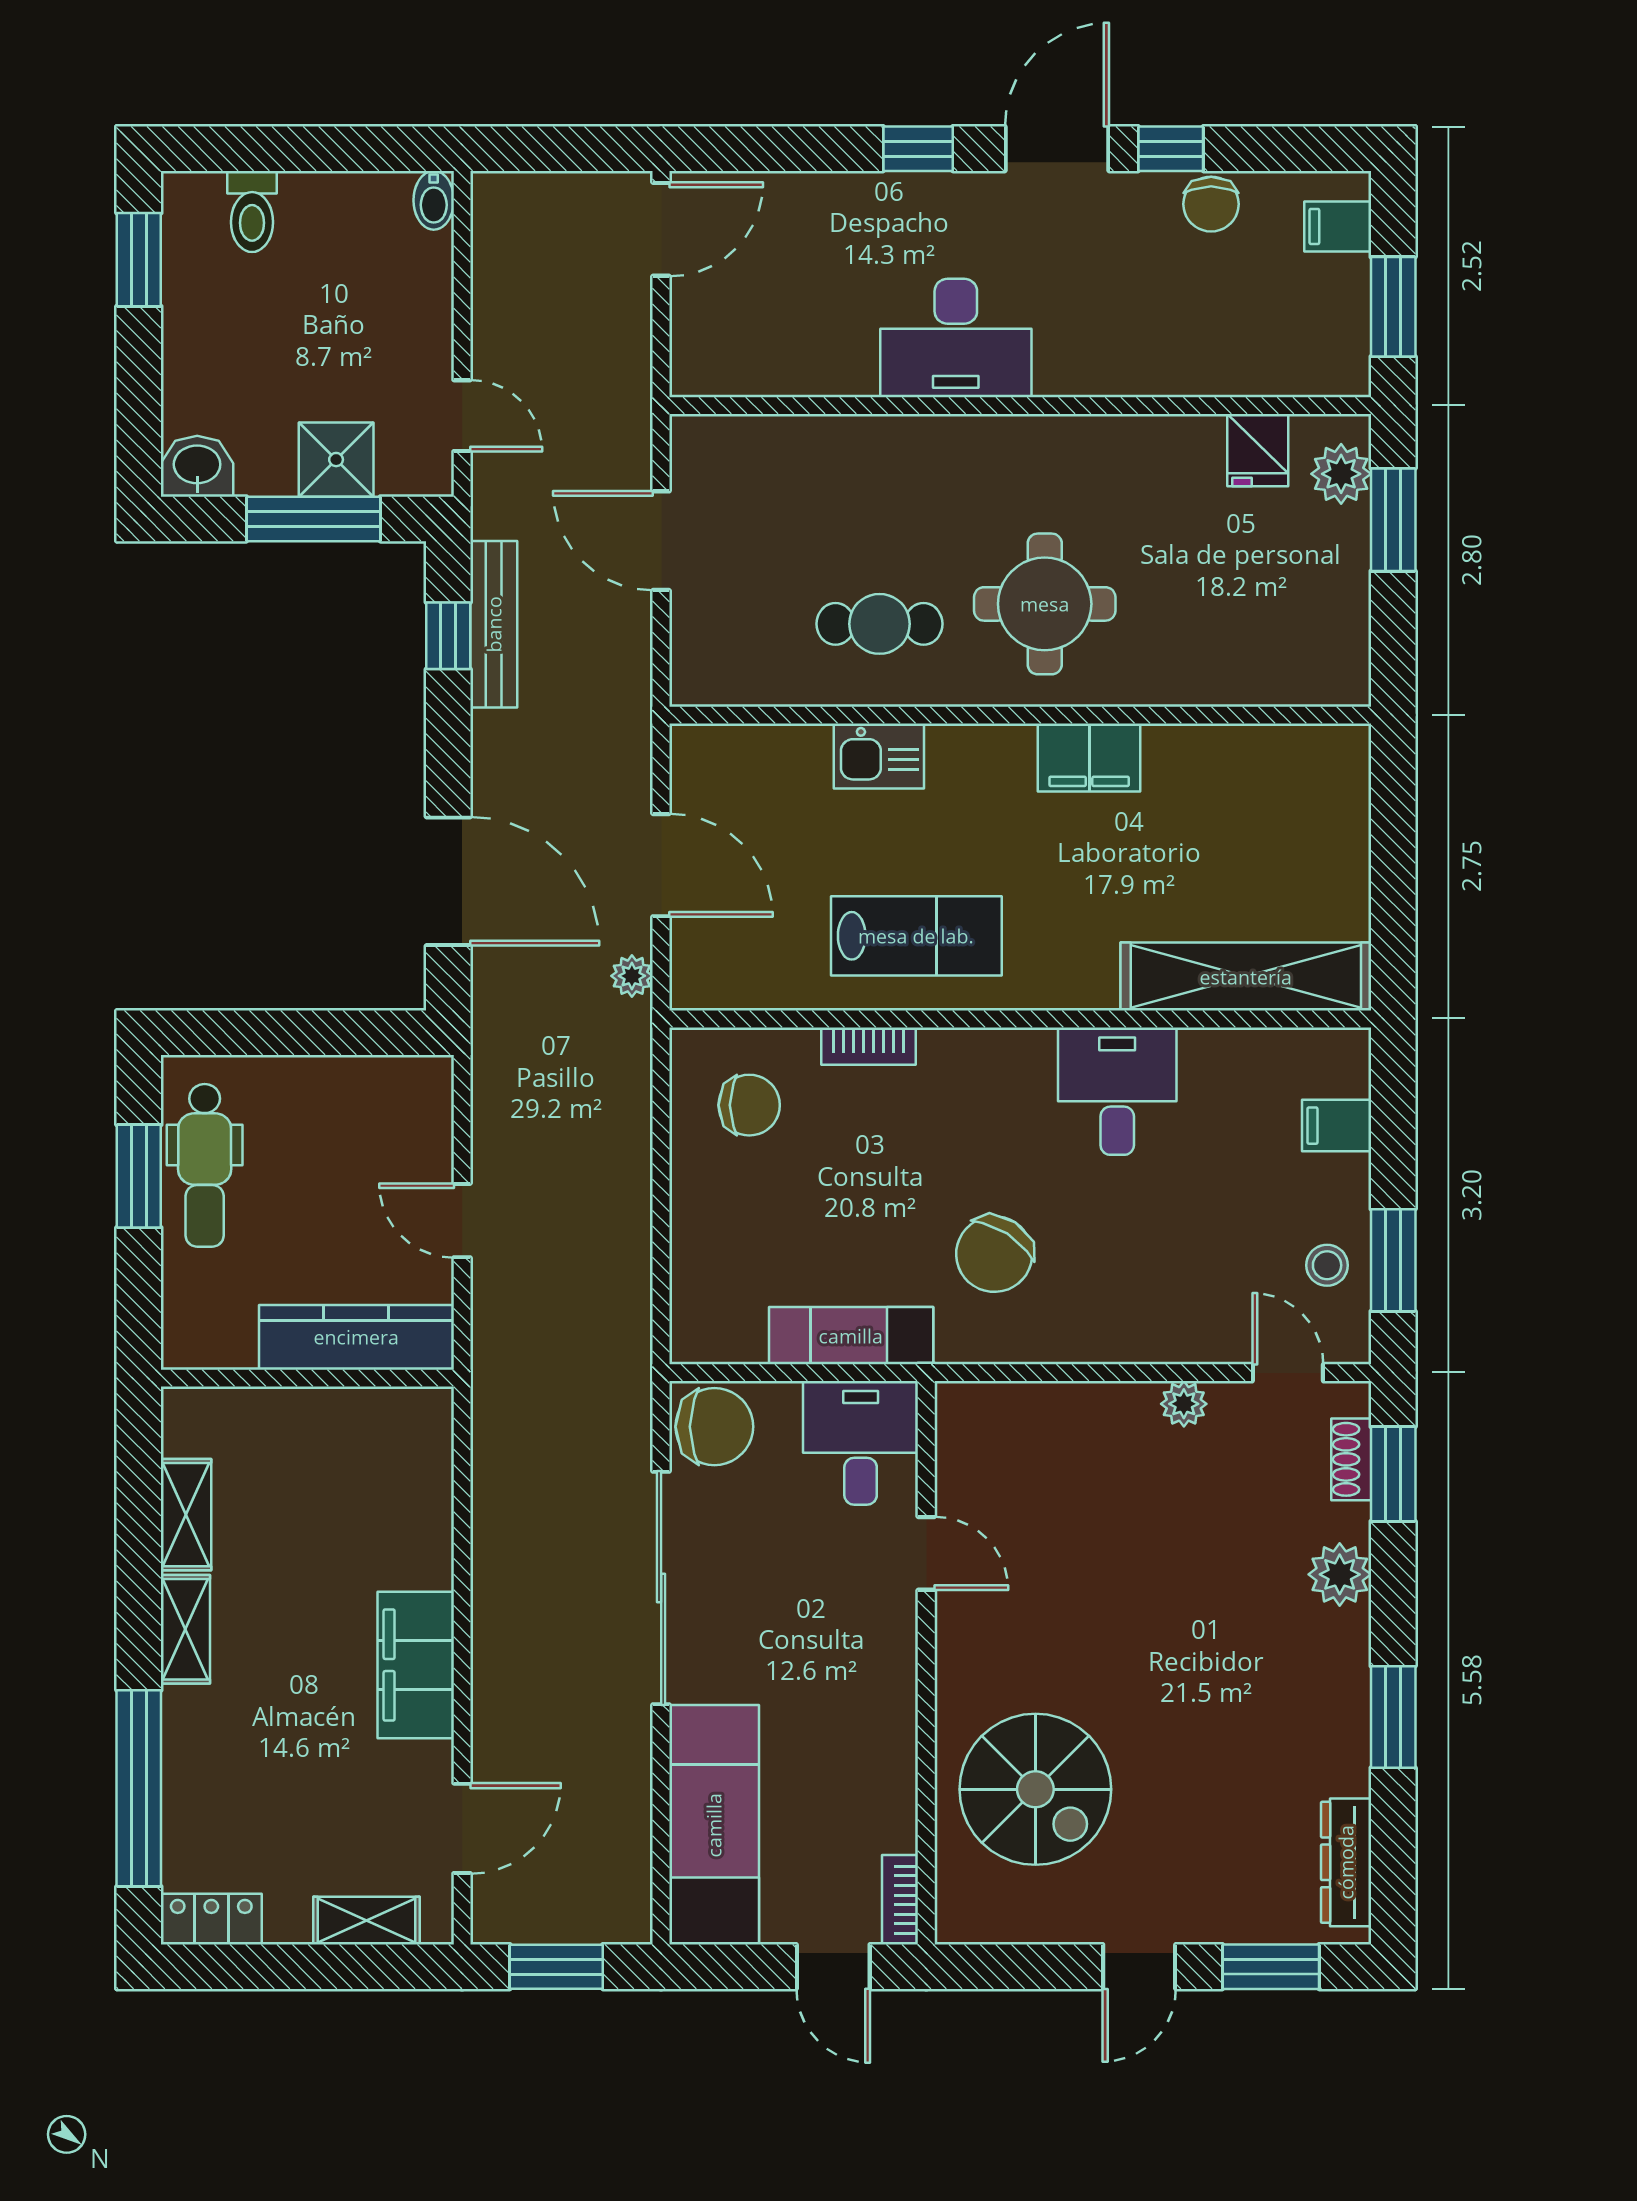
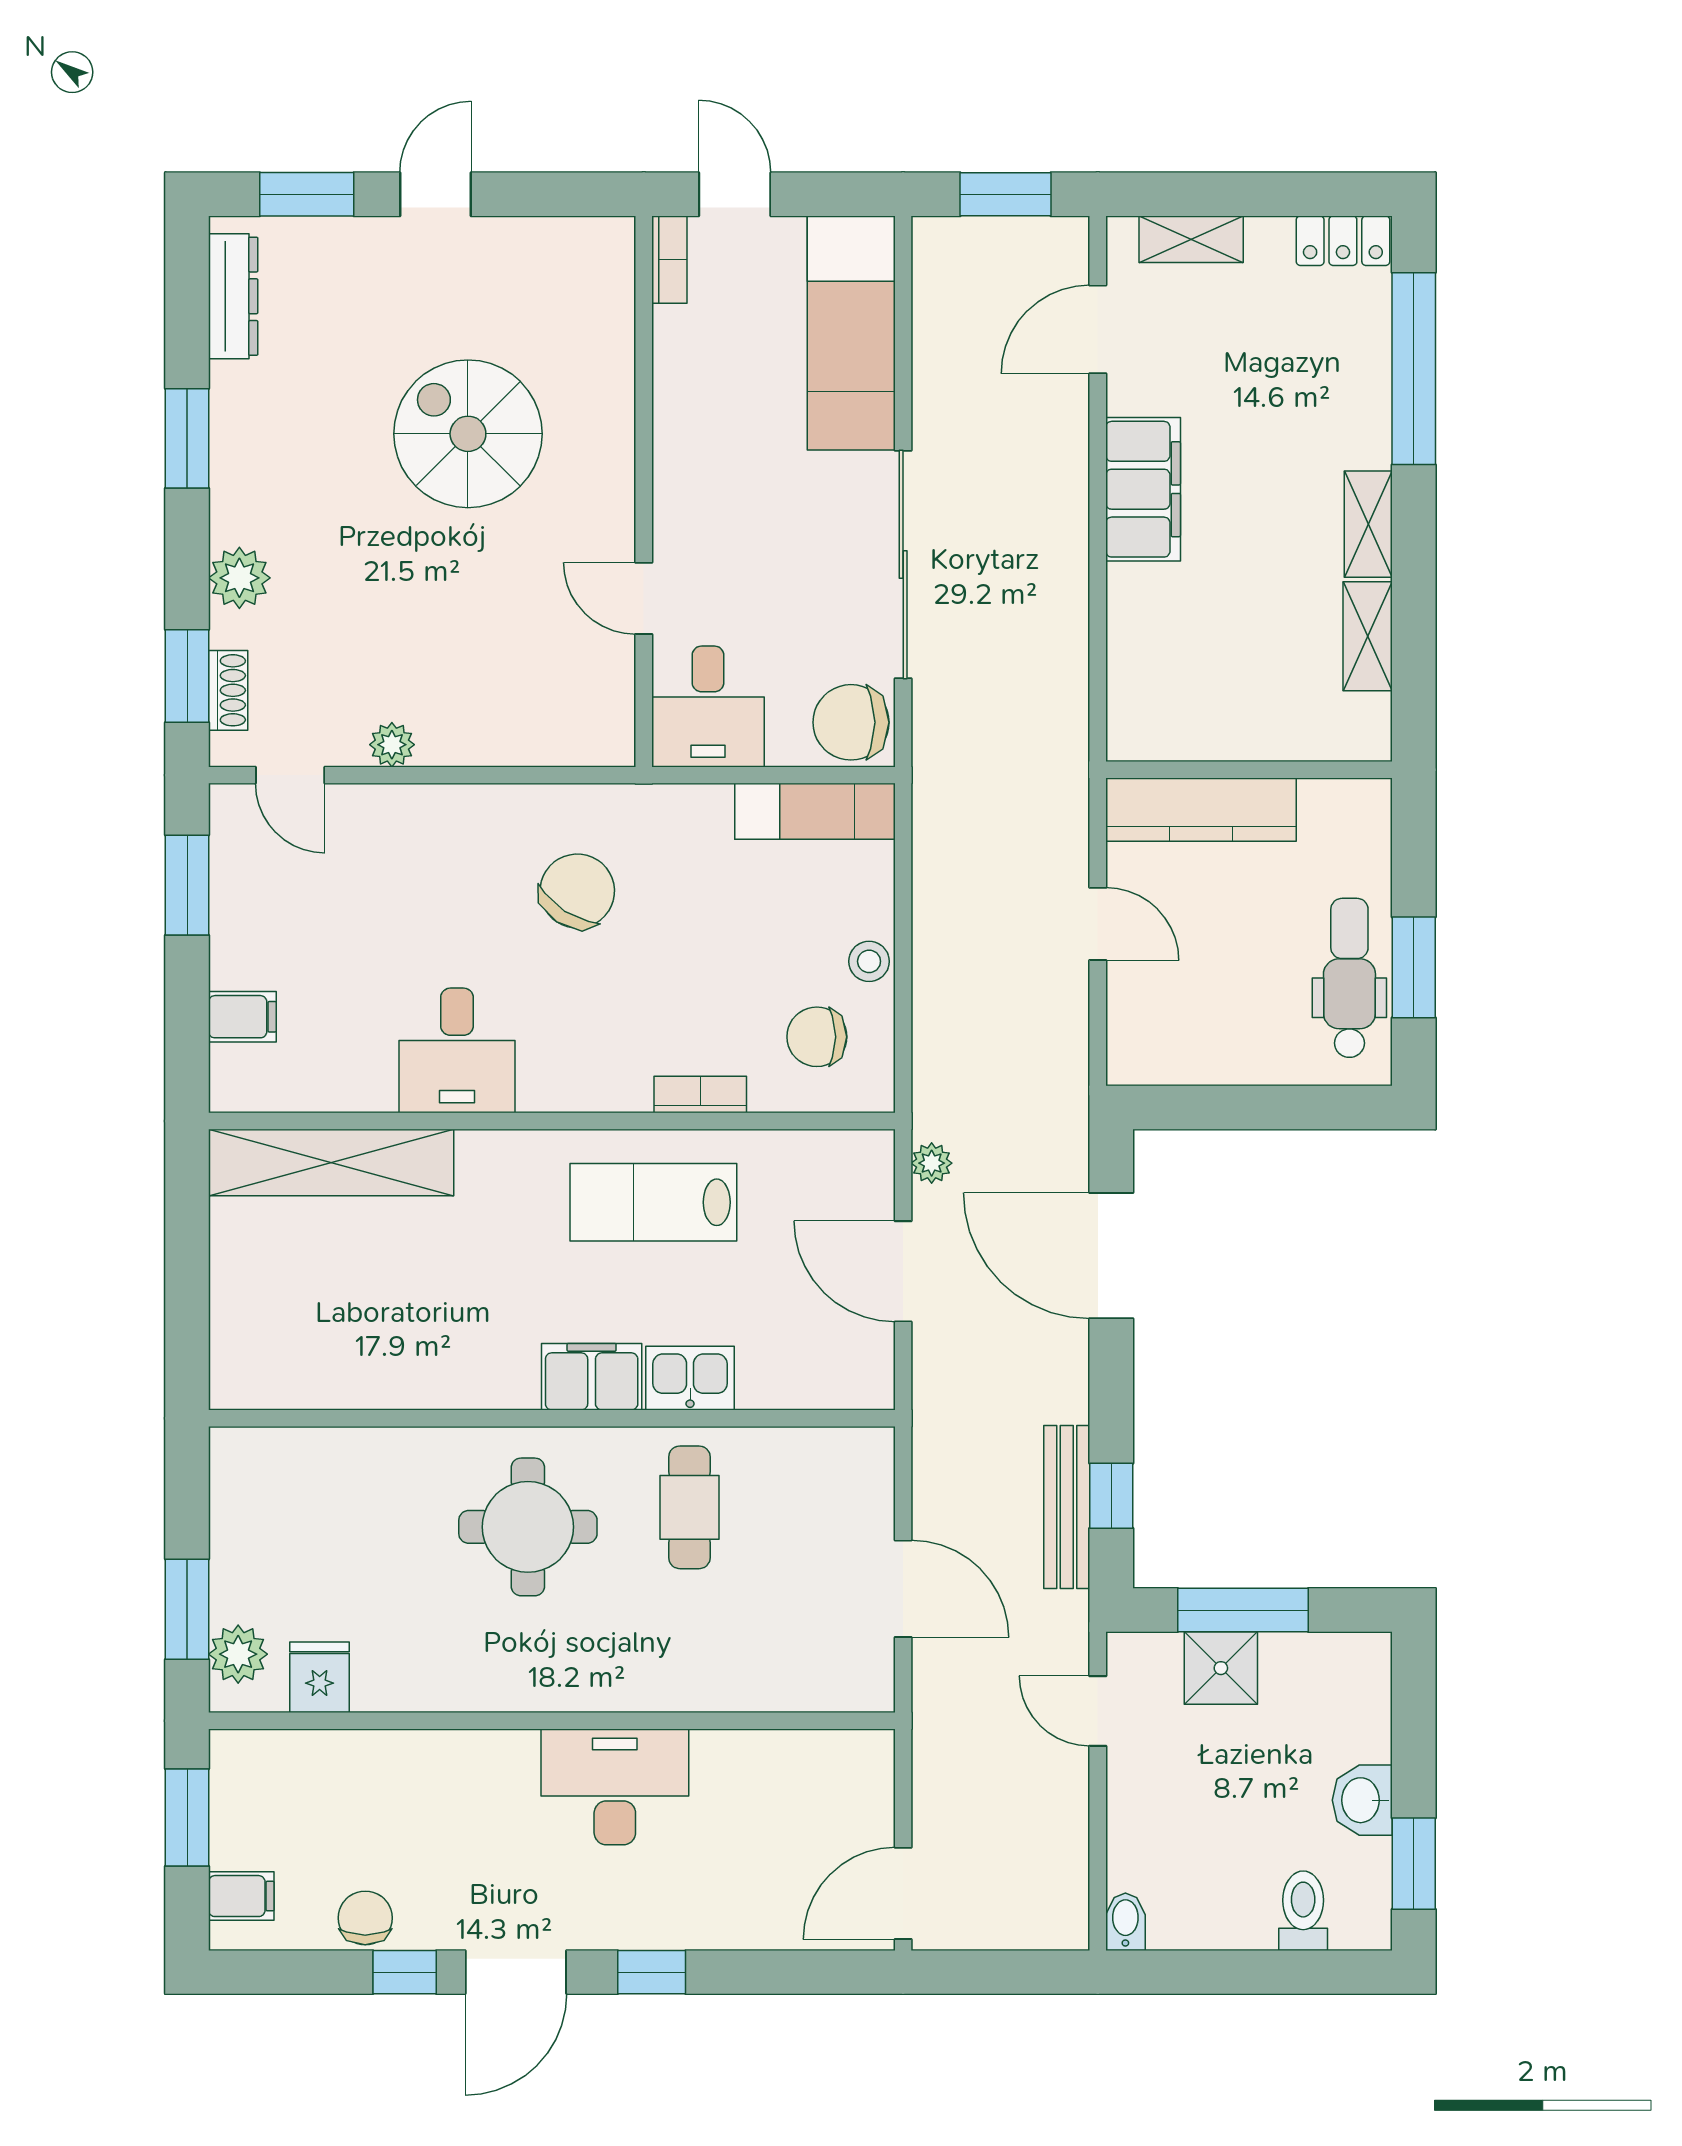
washbasin: (197, 466) -> (1362, 1800), moved, turned 90
cafe table: (879, 624) -> (689, 1507), turned 90
filing cabinet: (1089, 757) -> (592, 1377), moved
stool: (1327, 1265) -> (869, 961), moved
exam couch: (851, 1336) -> (815, 811), moved
spiral stairs: (1035, 1789) -> (468, 434), moved

